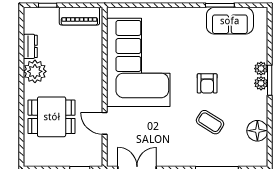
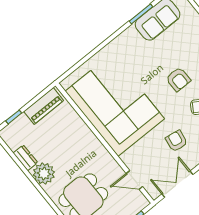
door: (105, 123) -> (134, 180), moved
armchair: (165, 133) -> (176, 141), added

